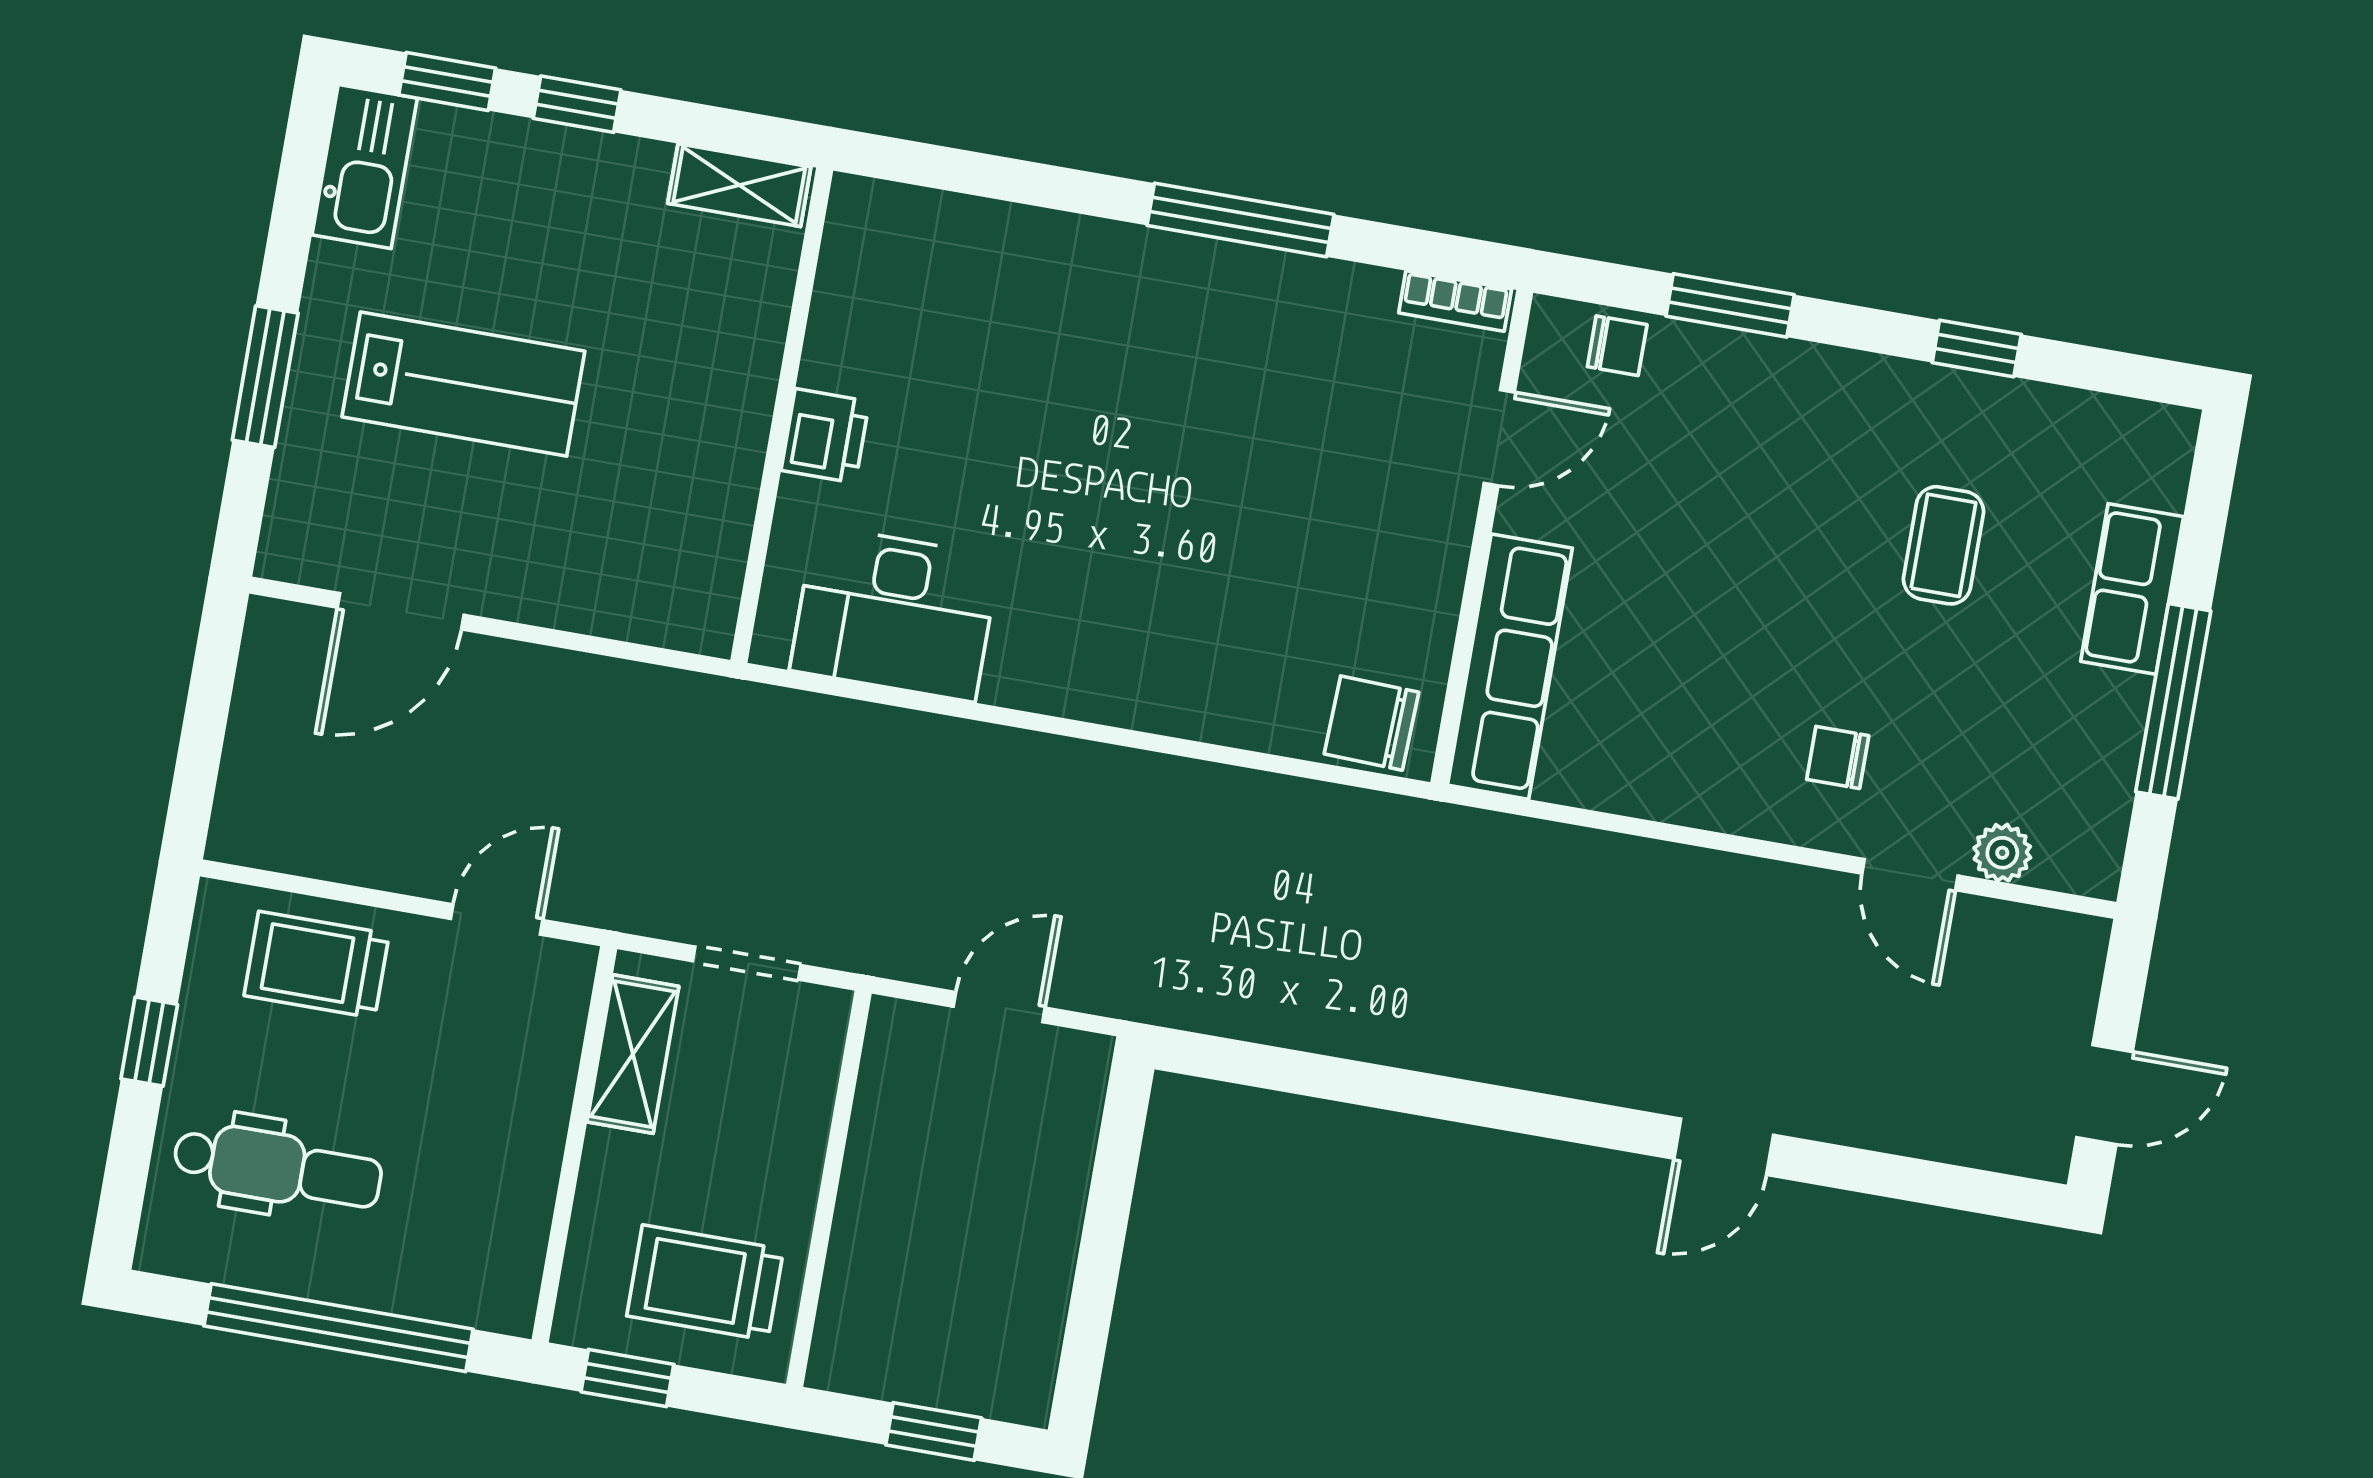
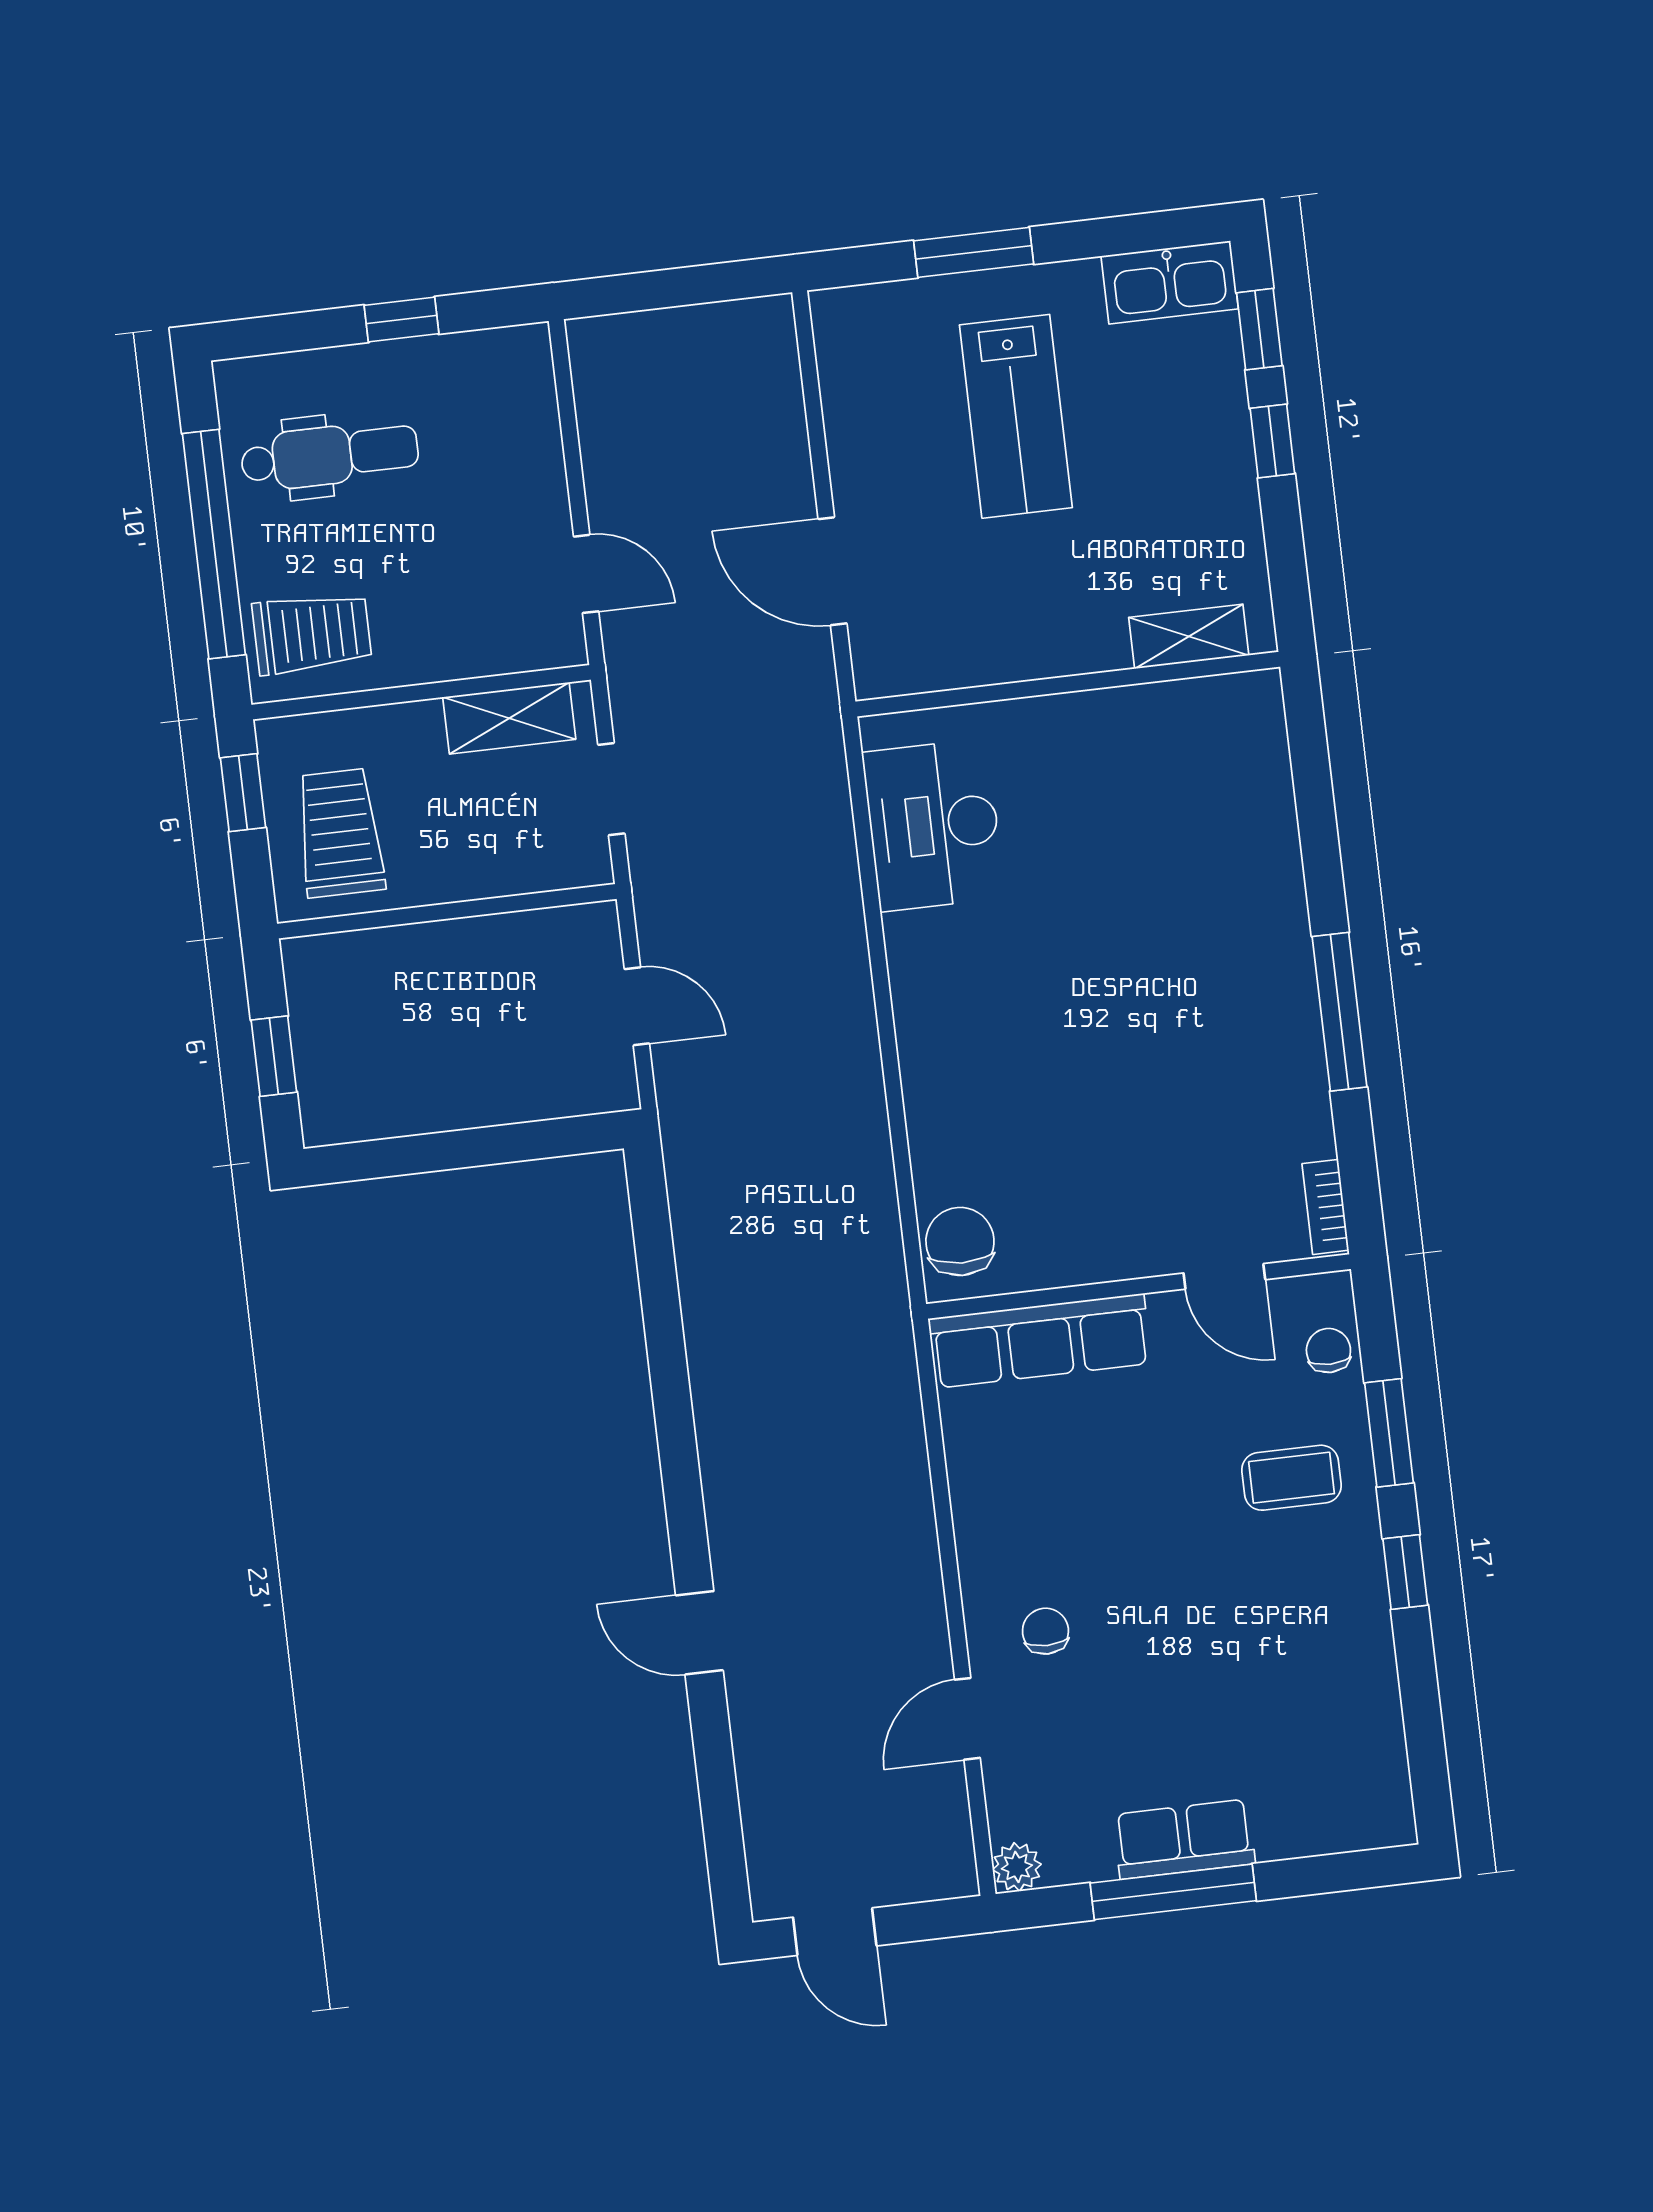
shelving: (739, 185) -> (1189, 636), moved, turned 90
chair: (1617, 346) -> (1328, 1350), turned 180
window: (1977, 348) -> (1405, 1572), moved
printer: (825, 436) -> (1062, 725), removed
coffee table: (1943, 545) -> (1291, 1478), moved
row of seats: (2132, 589) -> (1184, 1839), moved
door: (401, 611) -> (833, 571), moved
plant: (2002, 853) -> (1017, 1867), moved
trolley: (317, 965) -> (312, 633), moved, turned 90
dental chair: (278, 1168) -> (330, 455), turned -90

